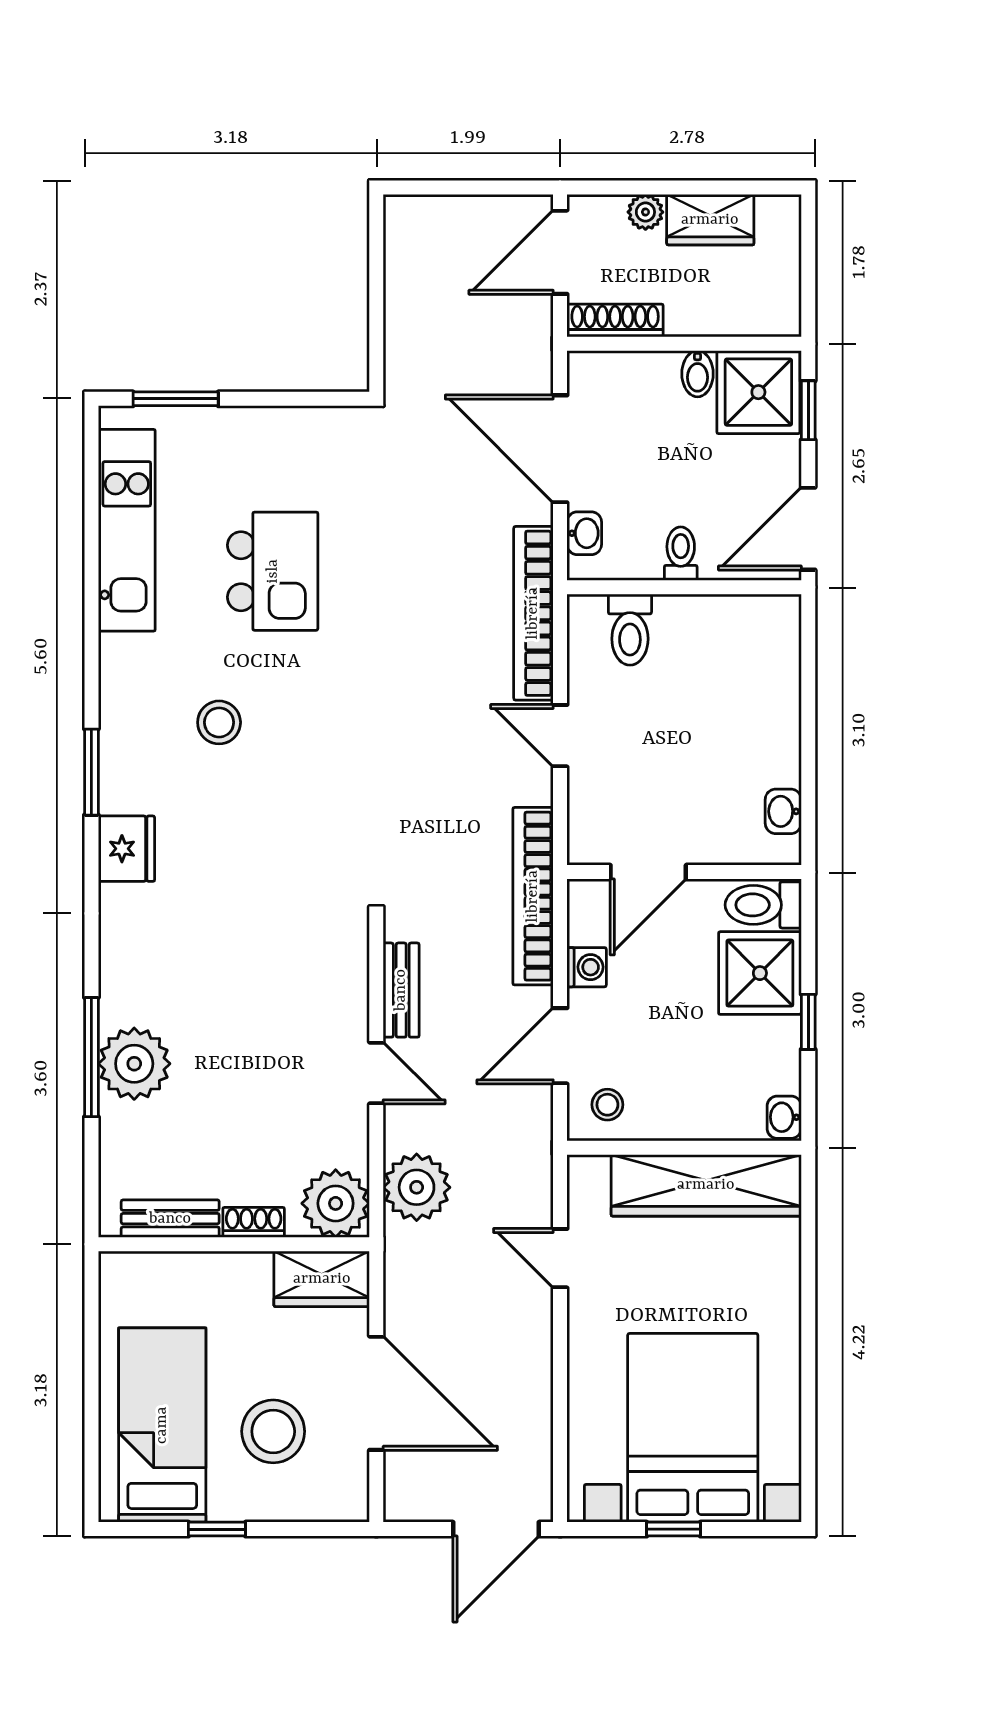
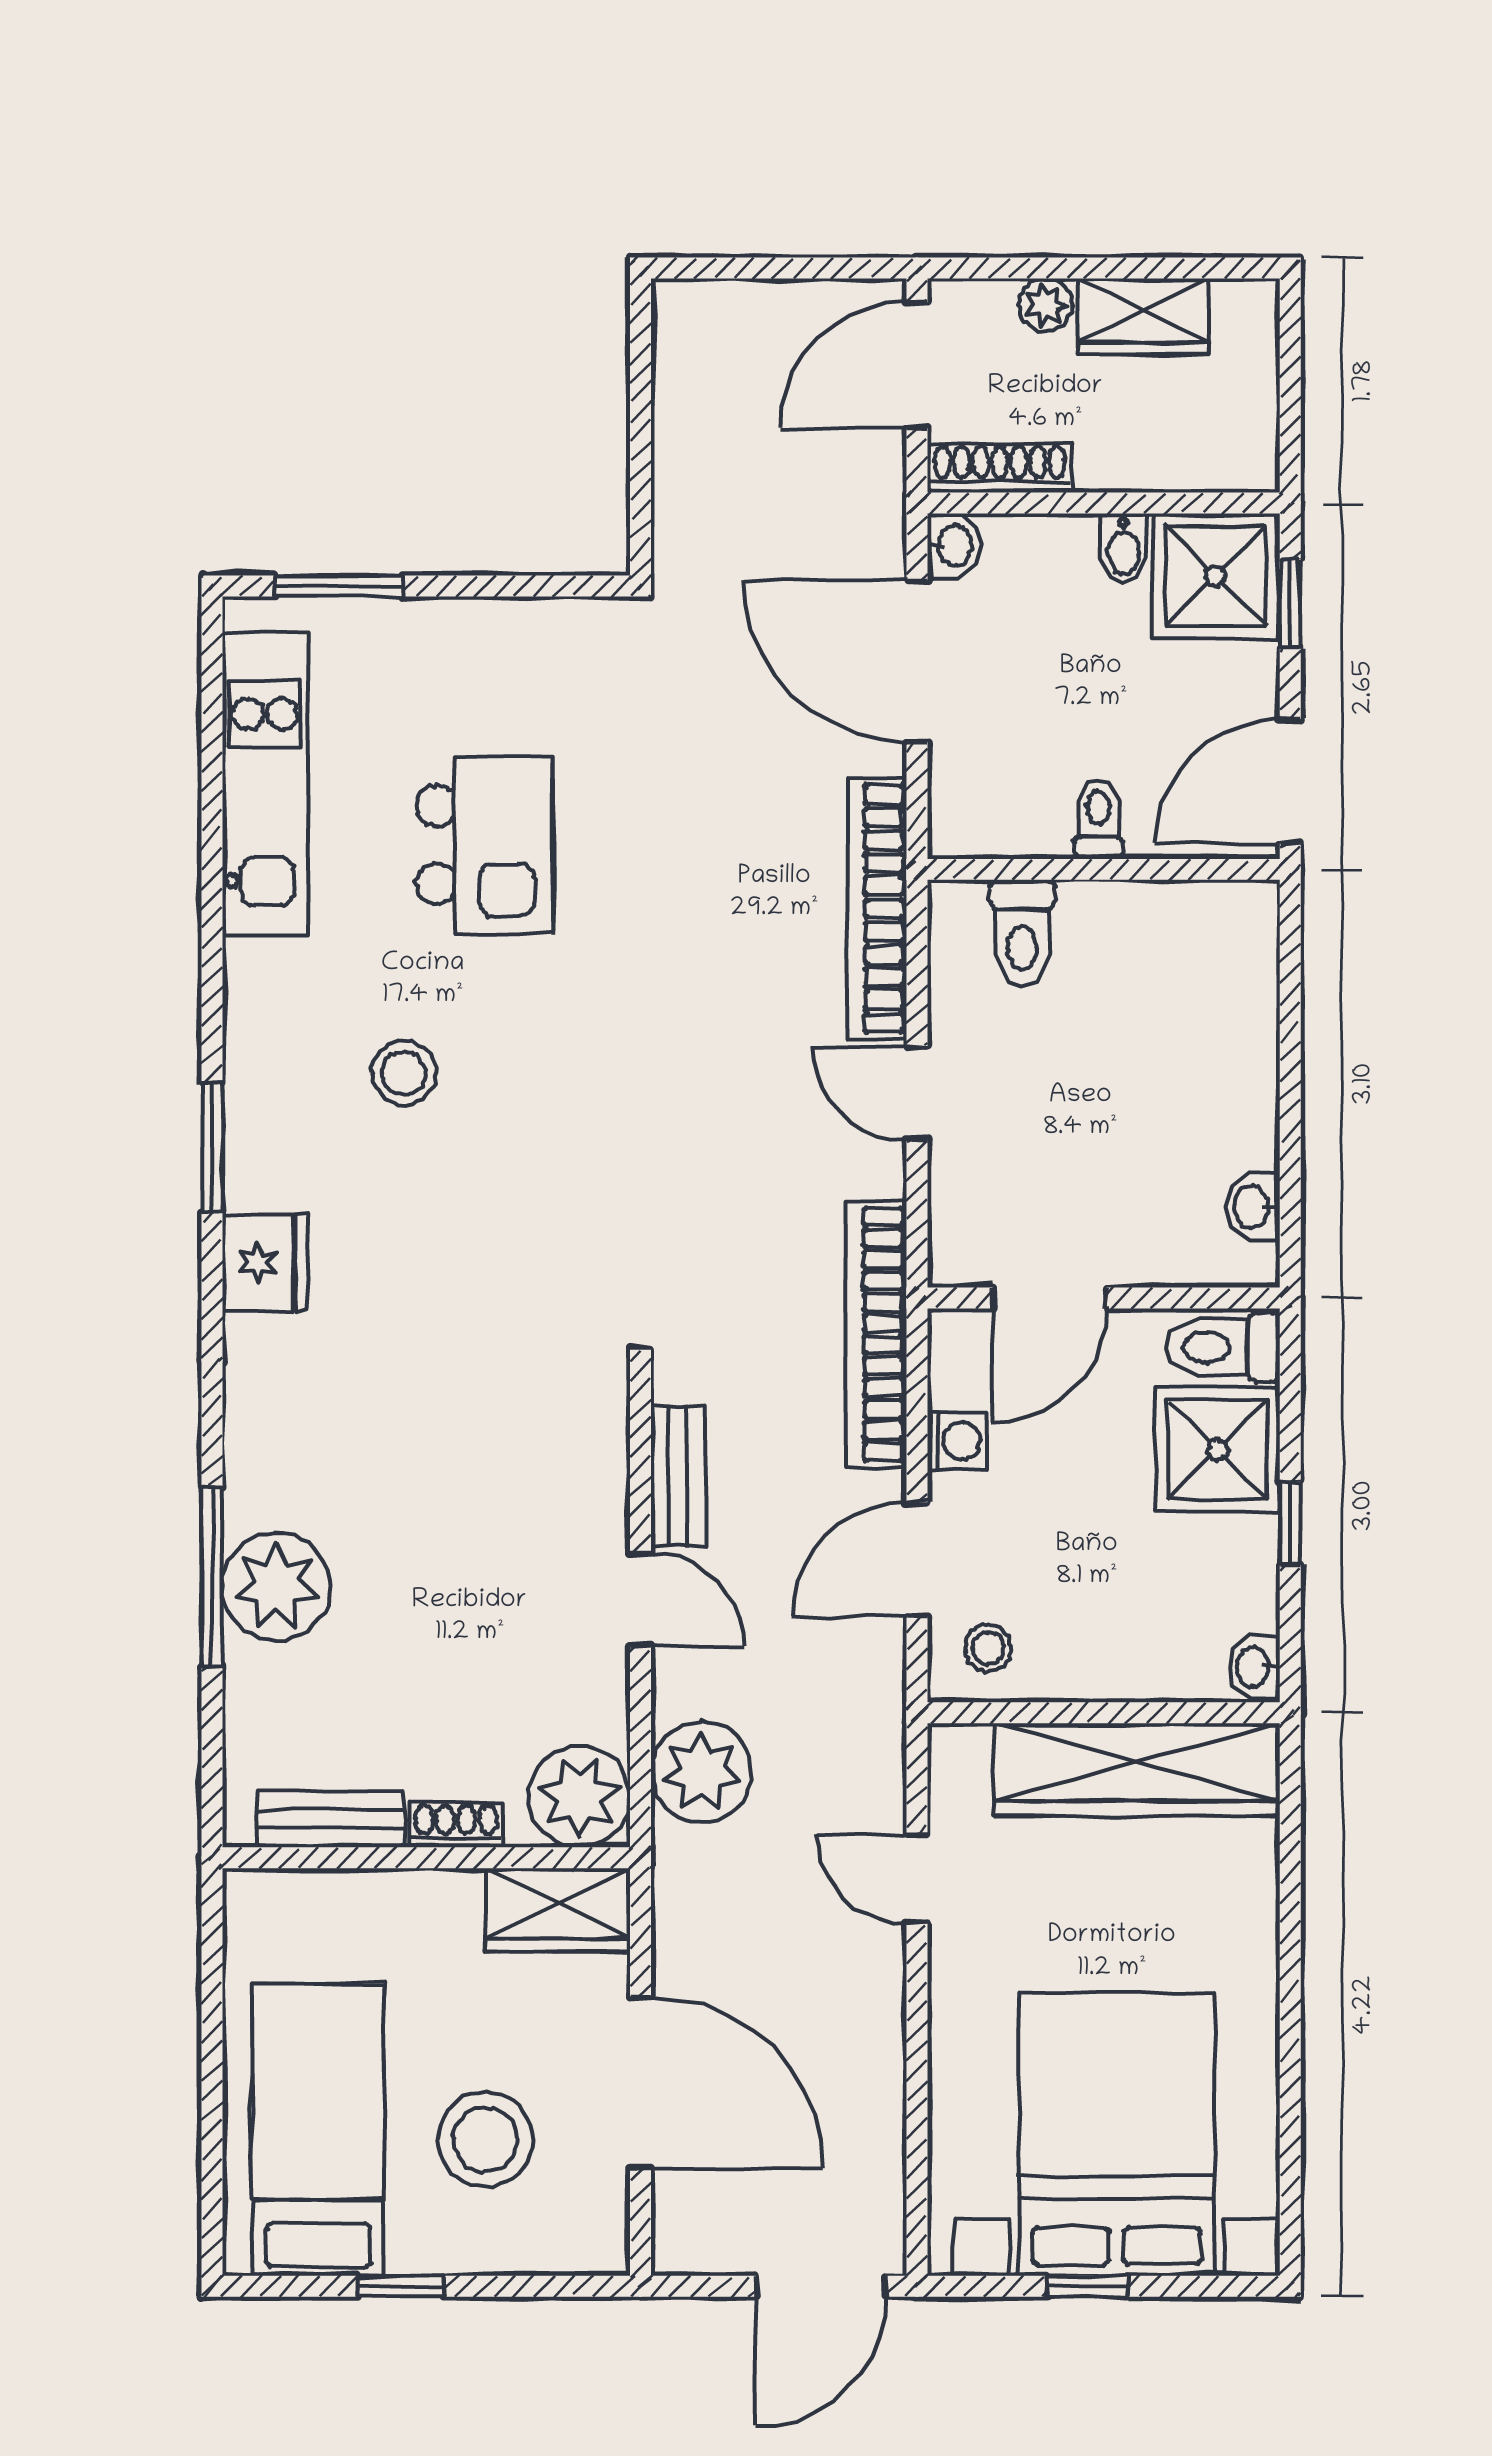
washbasin: (584, 533) -> (953, 546), moved

